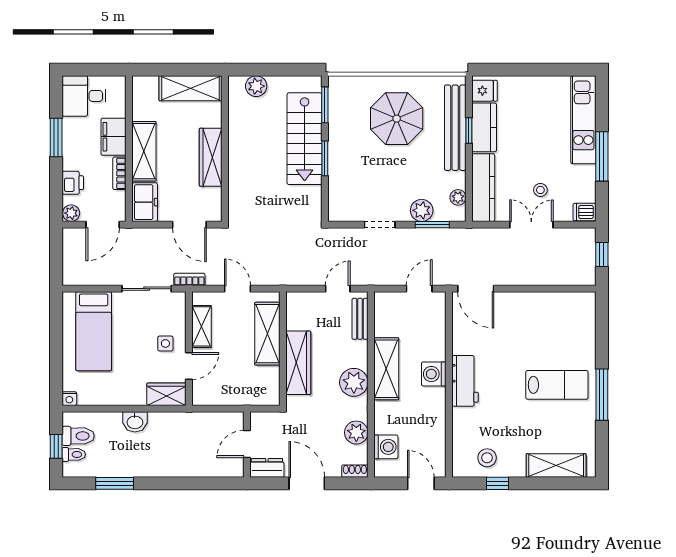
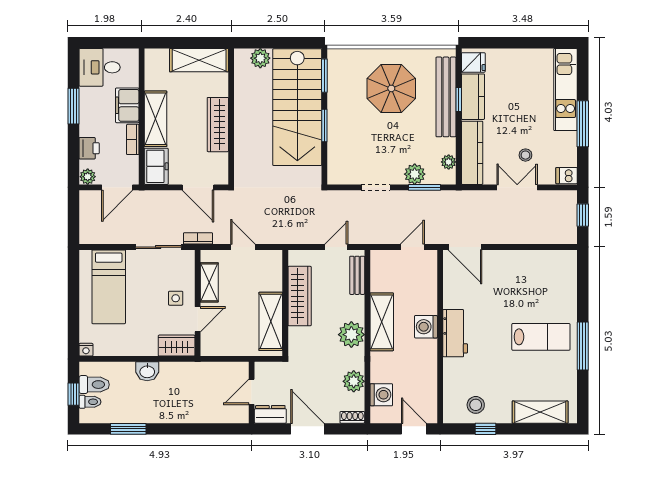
stairs: (305, 139) -> (297, 107), width x1.36, depth x1.51
shelving: (267, 334) -> (271, 321), moved
wardrobe: (298, 363) -> (300, 296), moved

